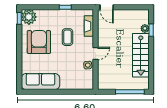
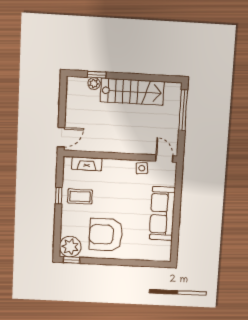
coffee table: (67, 37) -> (80, 196), moved
door: (95, 54) -> (164, 158), moved
sofa: (40, 82) -> (162, 213), moved

